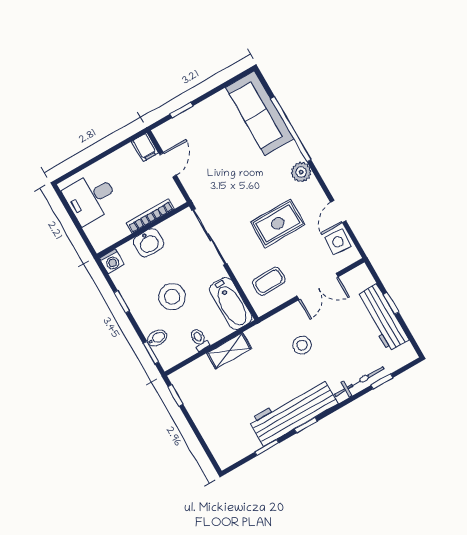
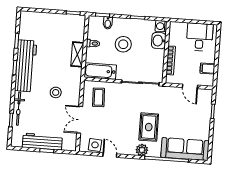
filing cabinet: (145, 147) -> (207, 69), moved
rug: (278, 223) -> (149, 127), moved
washbasin: (148, 243) -> (159, 41), moved

